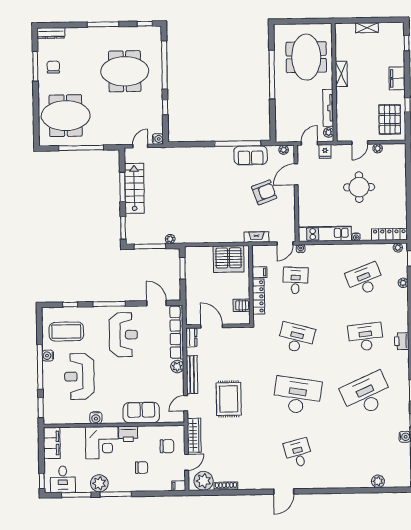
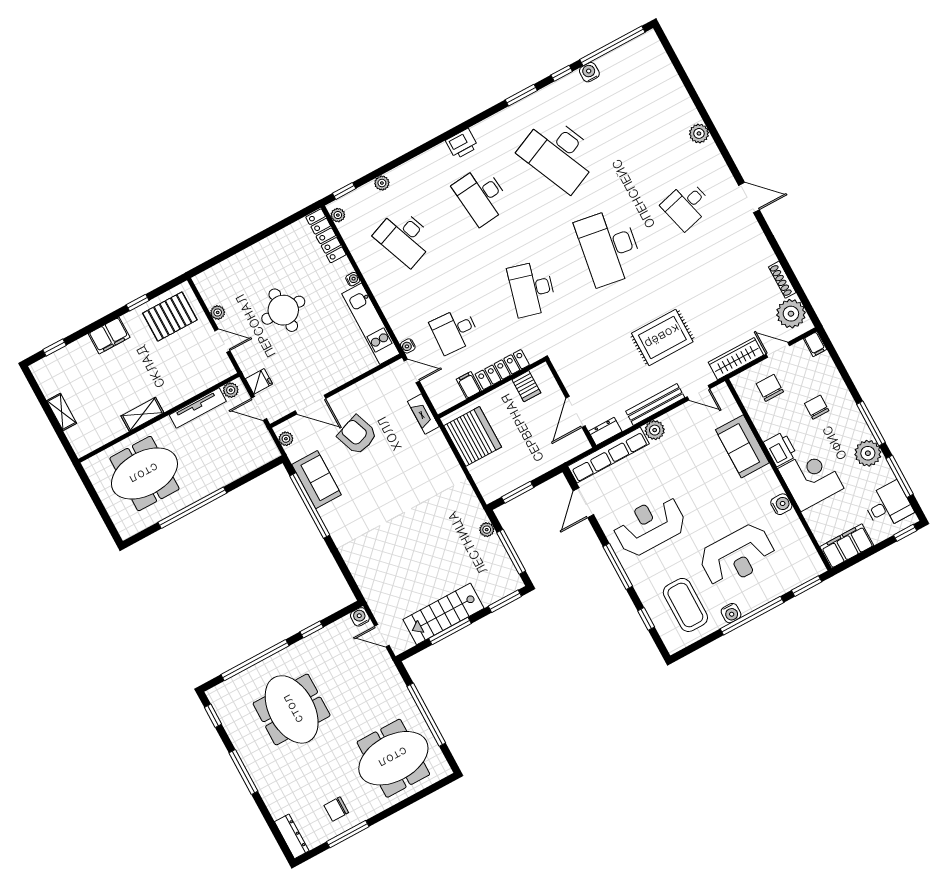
meeting table: (66, 116) -> (393, 758), turned 90
plant: (378, 481) -> (699, 133), moved

